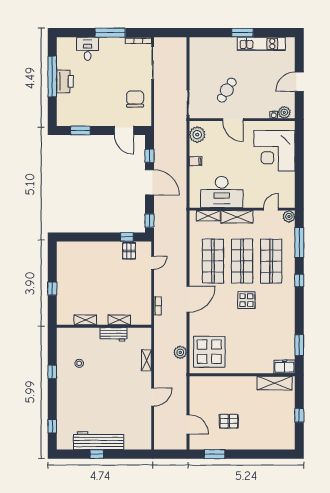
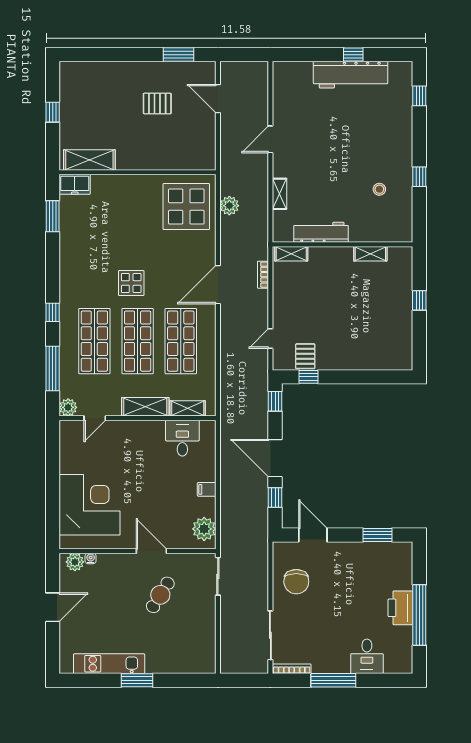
desk: (222, 192) -> (182, 438), width x0.53, depth x0.77
shelving: (119, 320) -> (291, 254), moved
workbench: (113, 334) -> (321, 232), width x1.38

